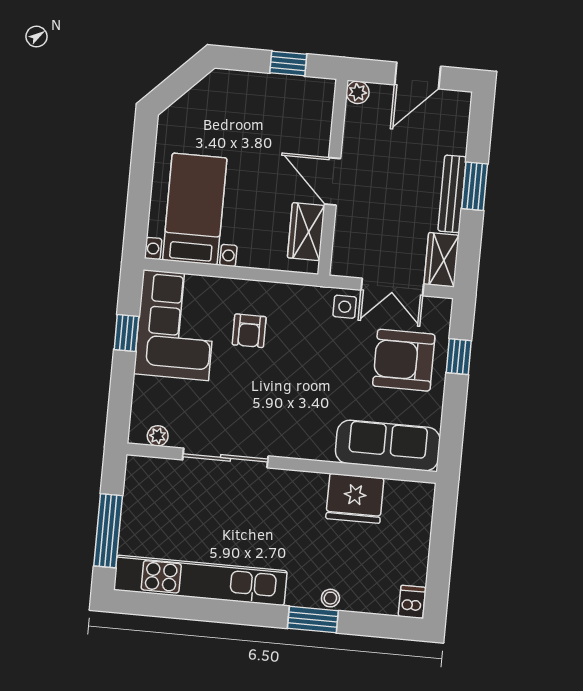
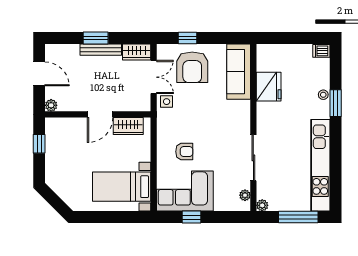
plant: (136, 466) -> (262, 205), added

